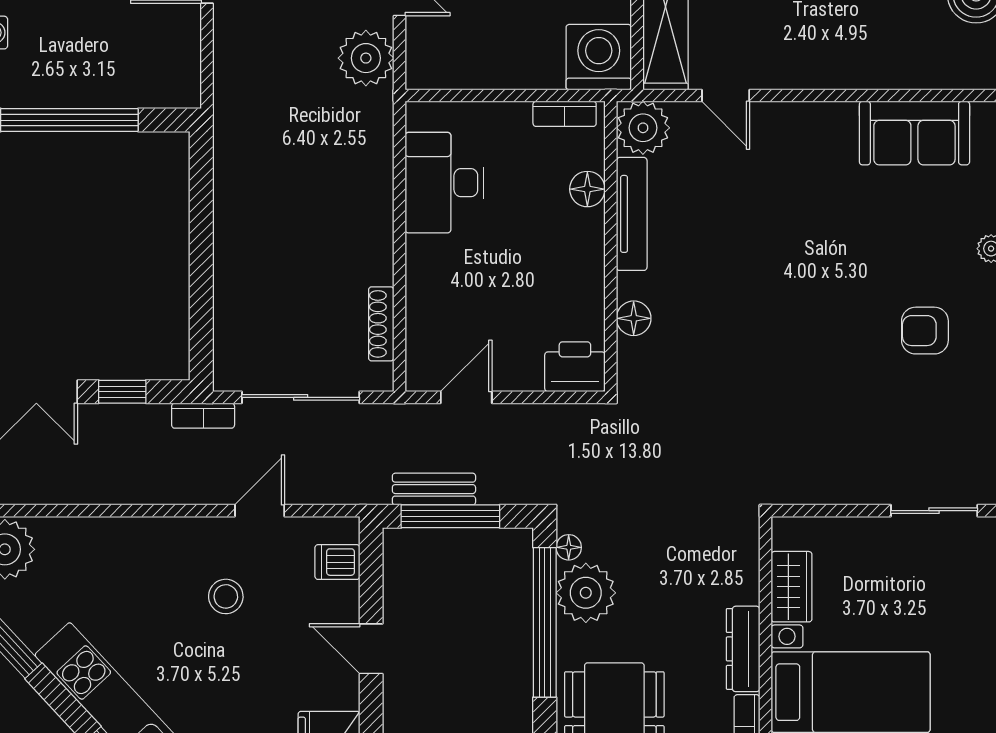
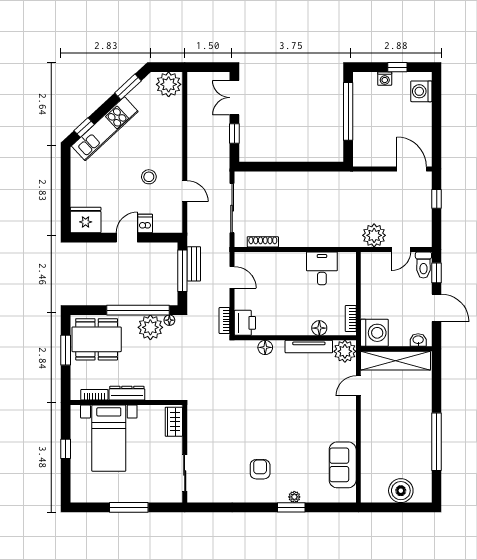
desk: (445, 183) -> (322, 268), width x0.73
bookcase: (203, 416) -> (224, 321), moved
dishwasher: (337, 562) -> (145, 223), moved
wardrobe: (792, 587) -> (174, 422), moved, turned 90

